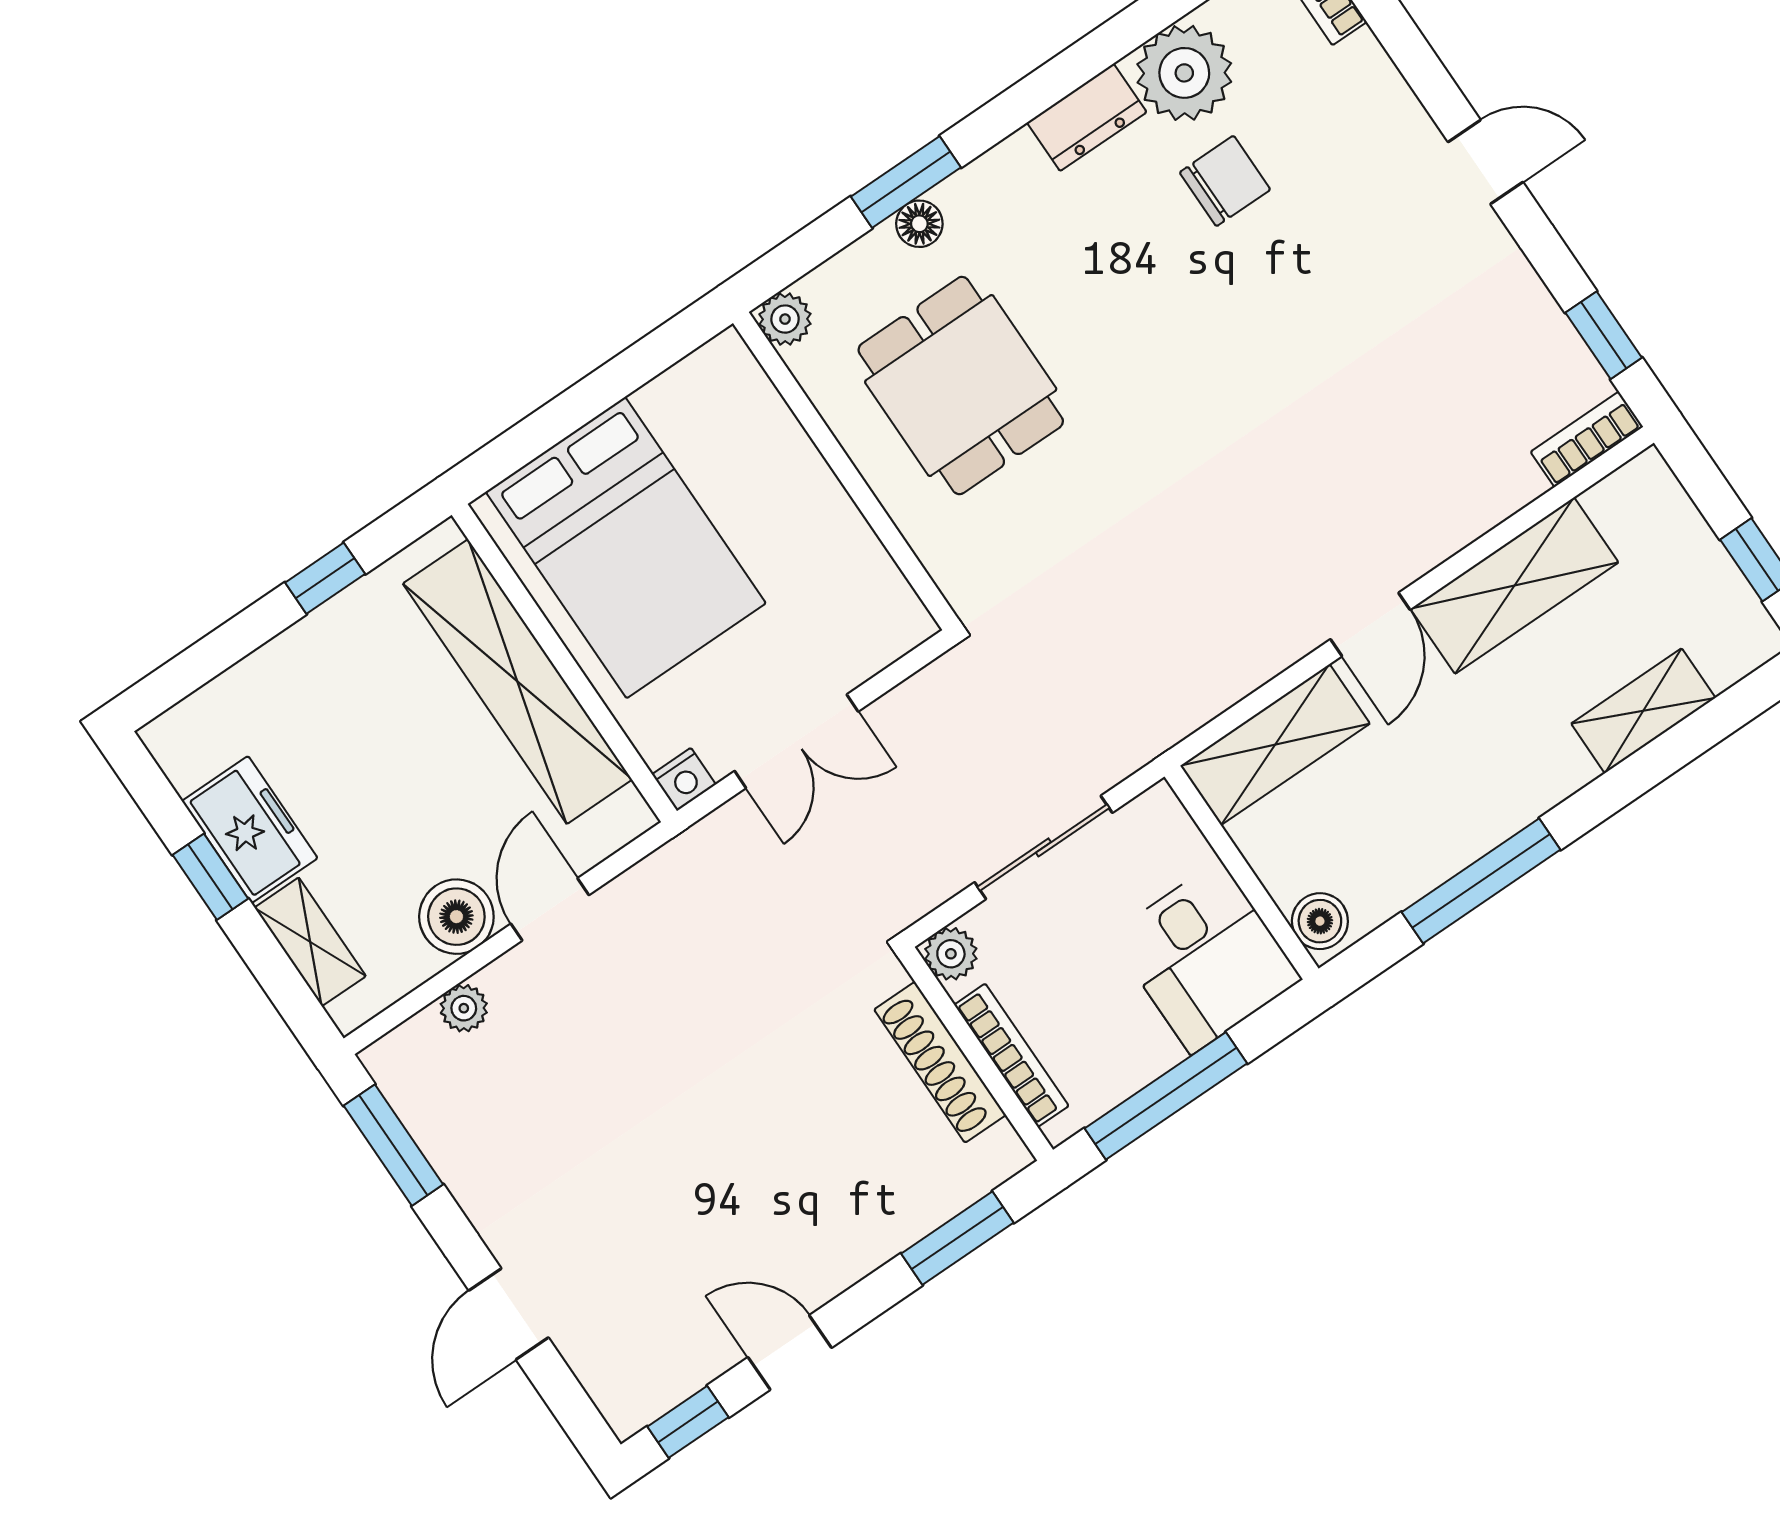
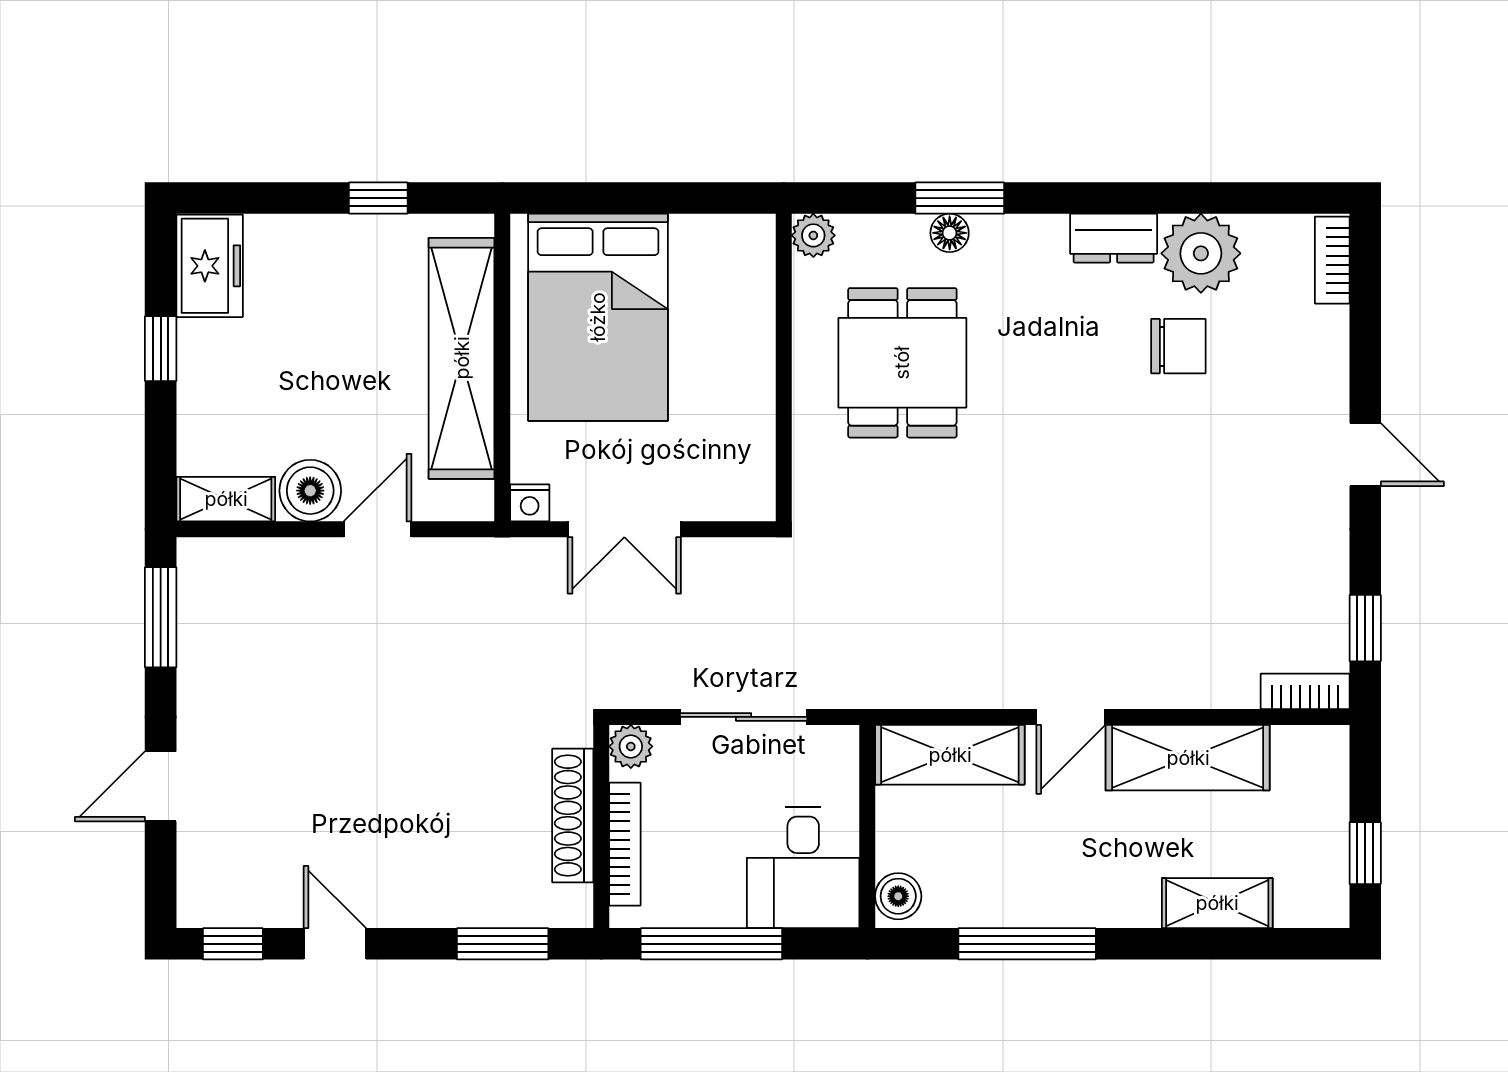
freezer: (250, 830) -> (210, 266), moved
shelving: (310, 942) -> (226, 499), moved, turned 90
plant: (464, 1008) -> (273, 557), removed

